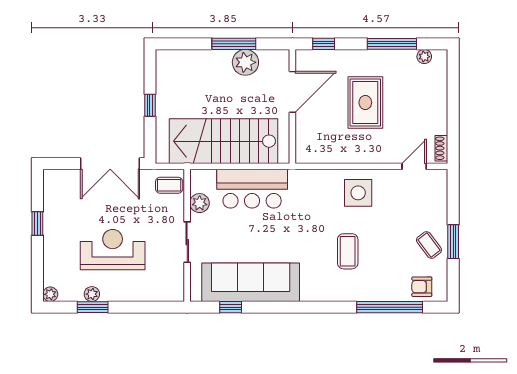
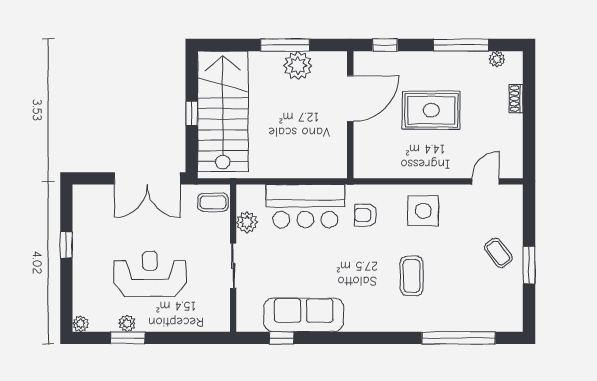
rug: (365, 102) -> (431, 110), turned 90
stairs: (223, 141) -> (223, 111), moved, turned 90
shoe rack: (441, 148) -> (516, 98), moved
coffee table: (429, 245) -> (498, 253), moved
sofa: (251, 282) -> (304, 315), width x0.74, depth x0.79
armchair: (422, 287) -> (366, 215), moved

